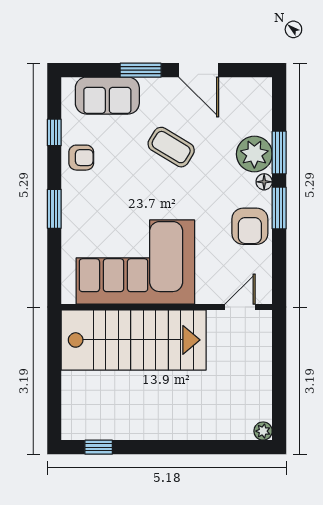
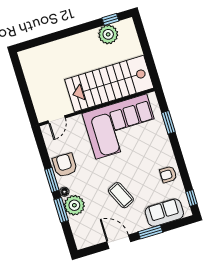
window: (54, 132) -> (192, 198), moved
coffee table: (171, 147) -> (121, 195), turned 34
window: (54, 209) -> (168, 122), moved
plant: (263, 431) -> (108, 34), moved, width x1.88, depth x1.88

